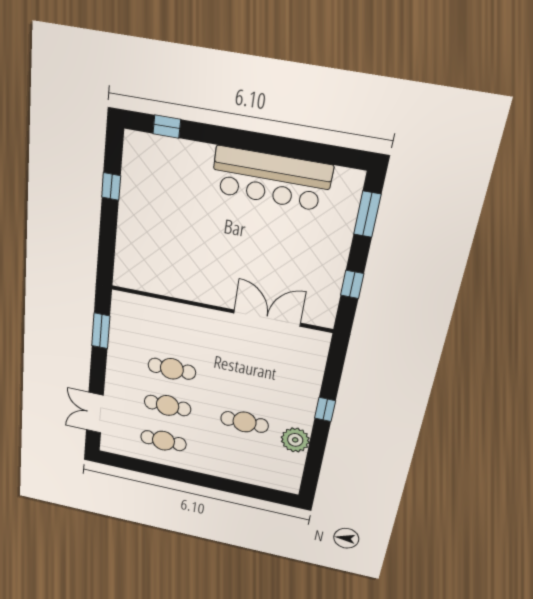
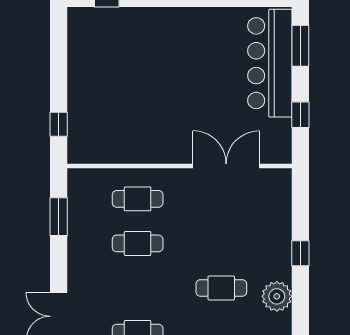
bar counter: (271, 179) -> (270, 63), moved, turned 90
window: (111, 186) -> (59, 124), moved
cafe table: (168, 406) -> (138, 199), moved

